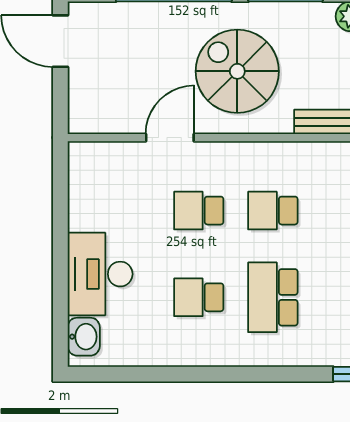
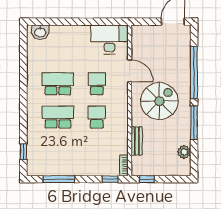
desk: (100, 274) -> (110, 39), moved
school desk: (199, 297) -> (58, 84), width x1.85

